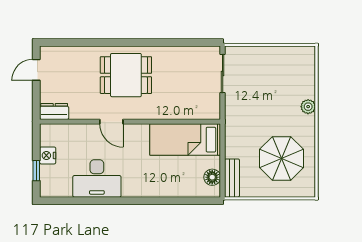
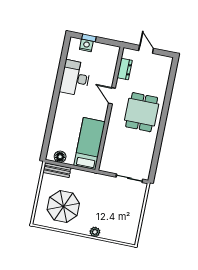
door: (36, 70) -> (146, 49), moved
dresser: (54, 111) -> (125, 69), moved
door: (111, 122) -> (112, 96), hinge flipped
nightstand: (48, 155) -> (86, 45), moved

